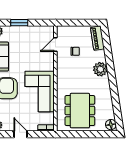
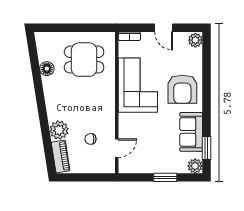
plant: (100, 69) -> (59, 130), moved
dining table: (80, 111) -> (84, 60), width x0.73
floor lamp: (111, 125) -> (47, 69), moved

